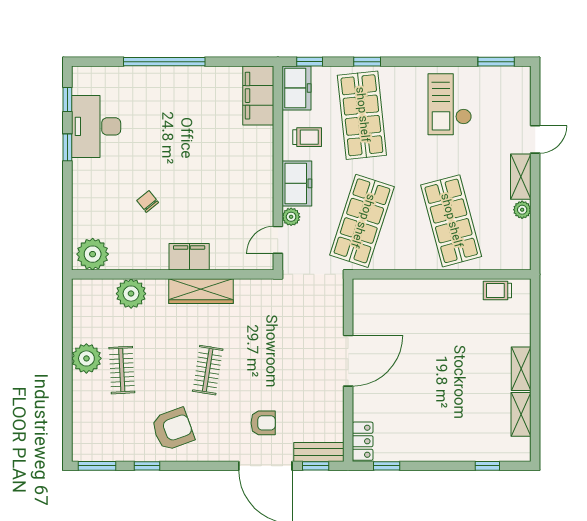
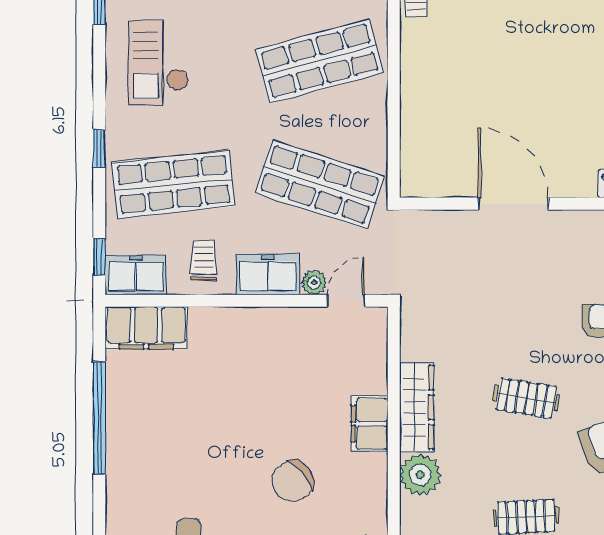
window: (164, 62) -> (99, 418), moved
window: (367, 62) -> (99, 149), moved
checkout: (450, 104) -> (158, 63), turned 90
chair: (148, 201) -> (293, 481), width x1.87, depth x1.87
door: (278, 240) -> (346, 301), swing flipped
plant: (131, 294) -> (420, 475), moved

